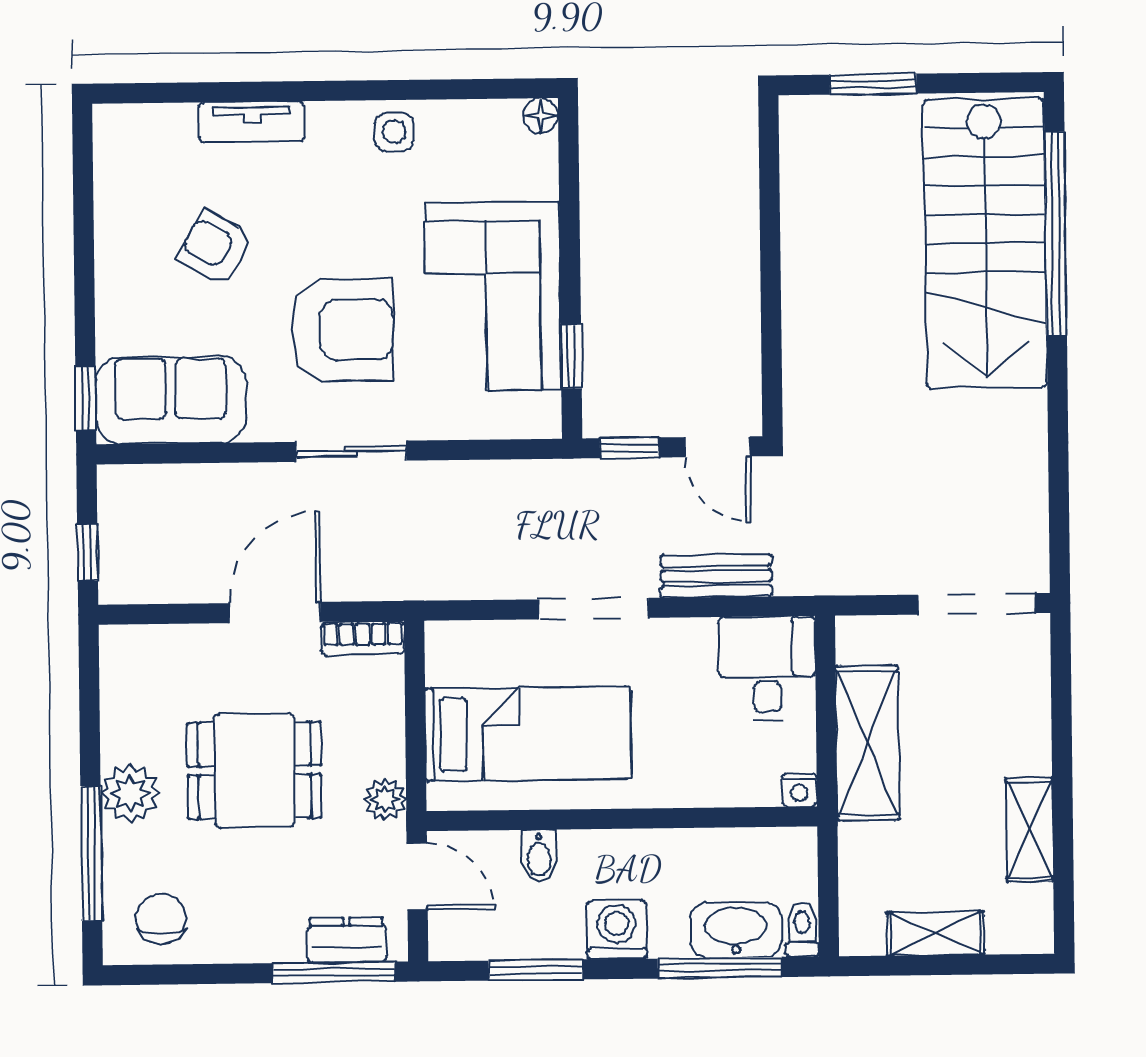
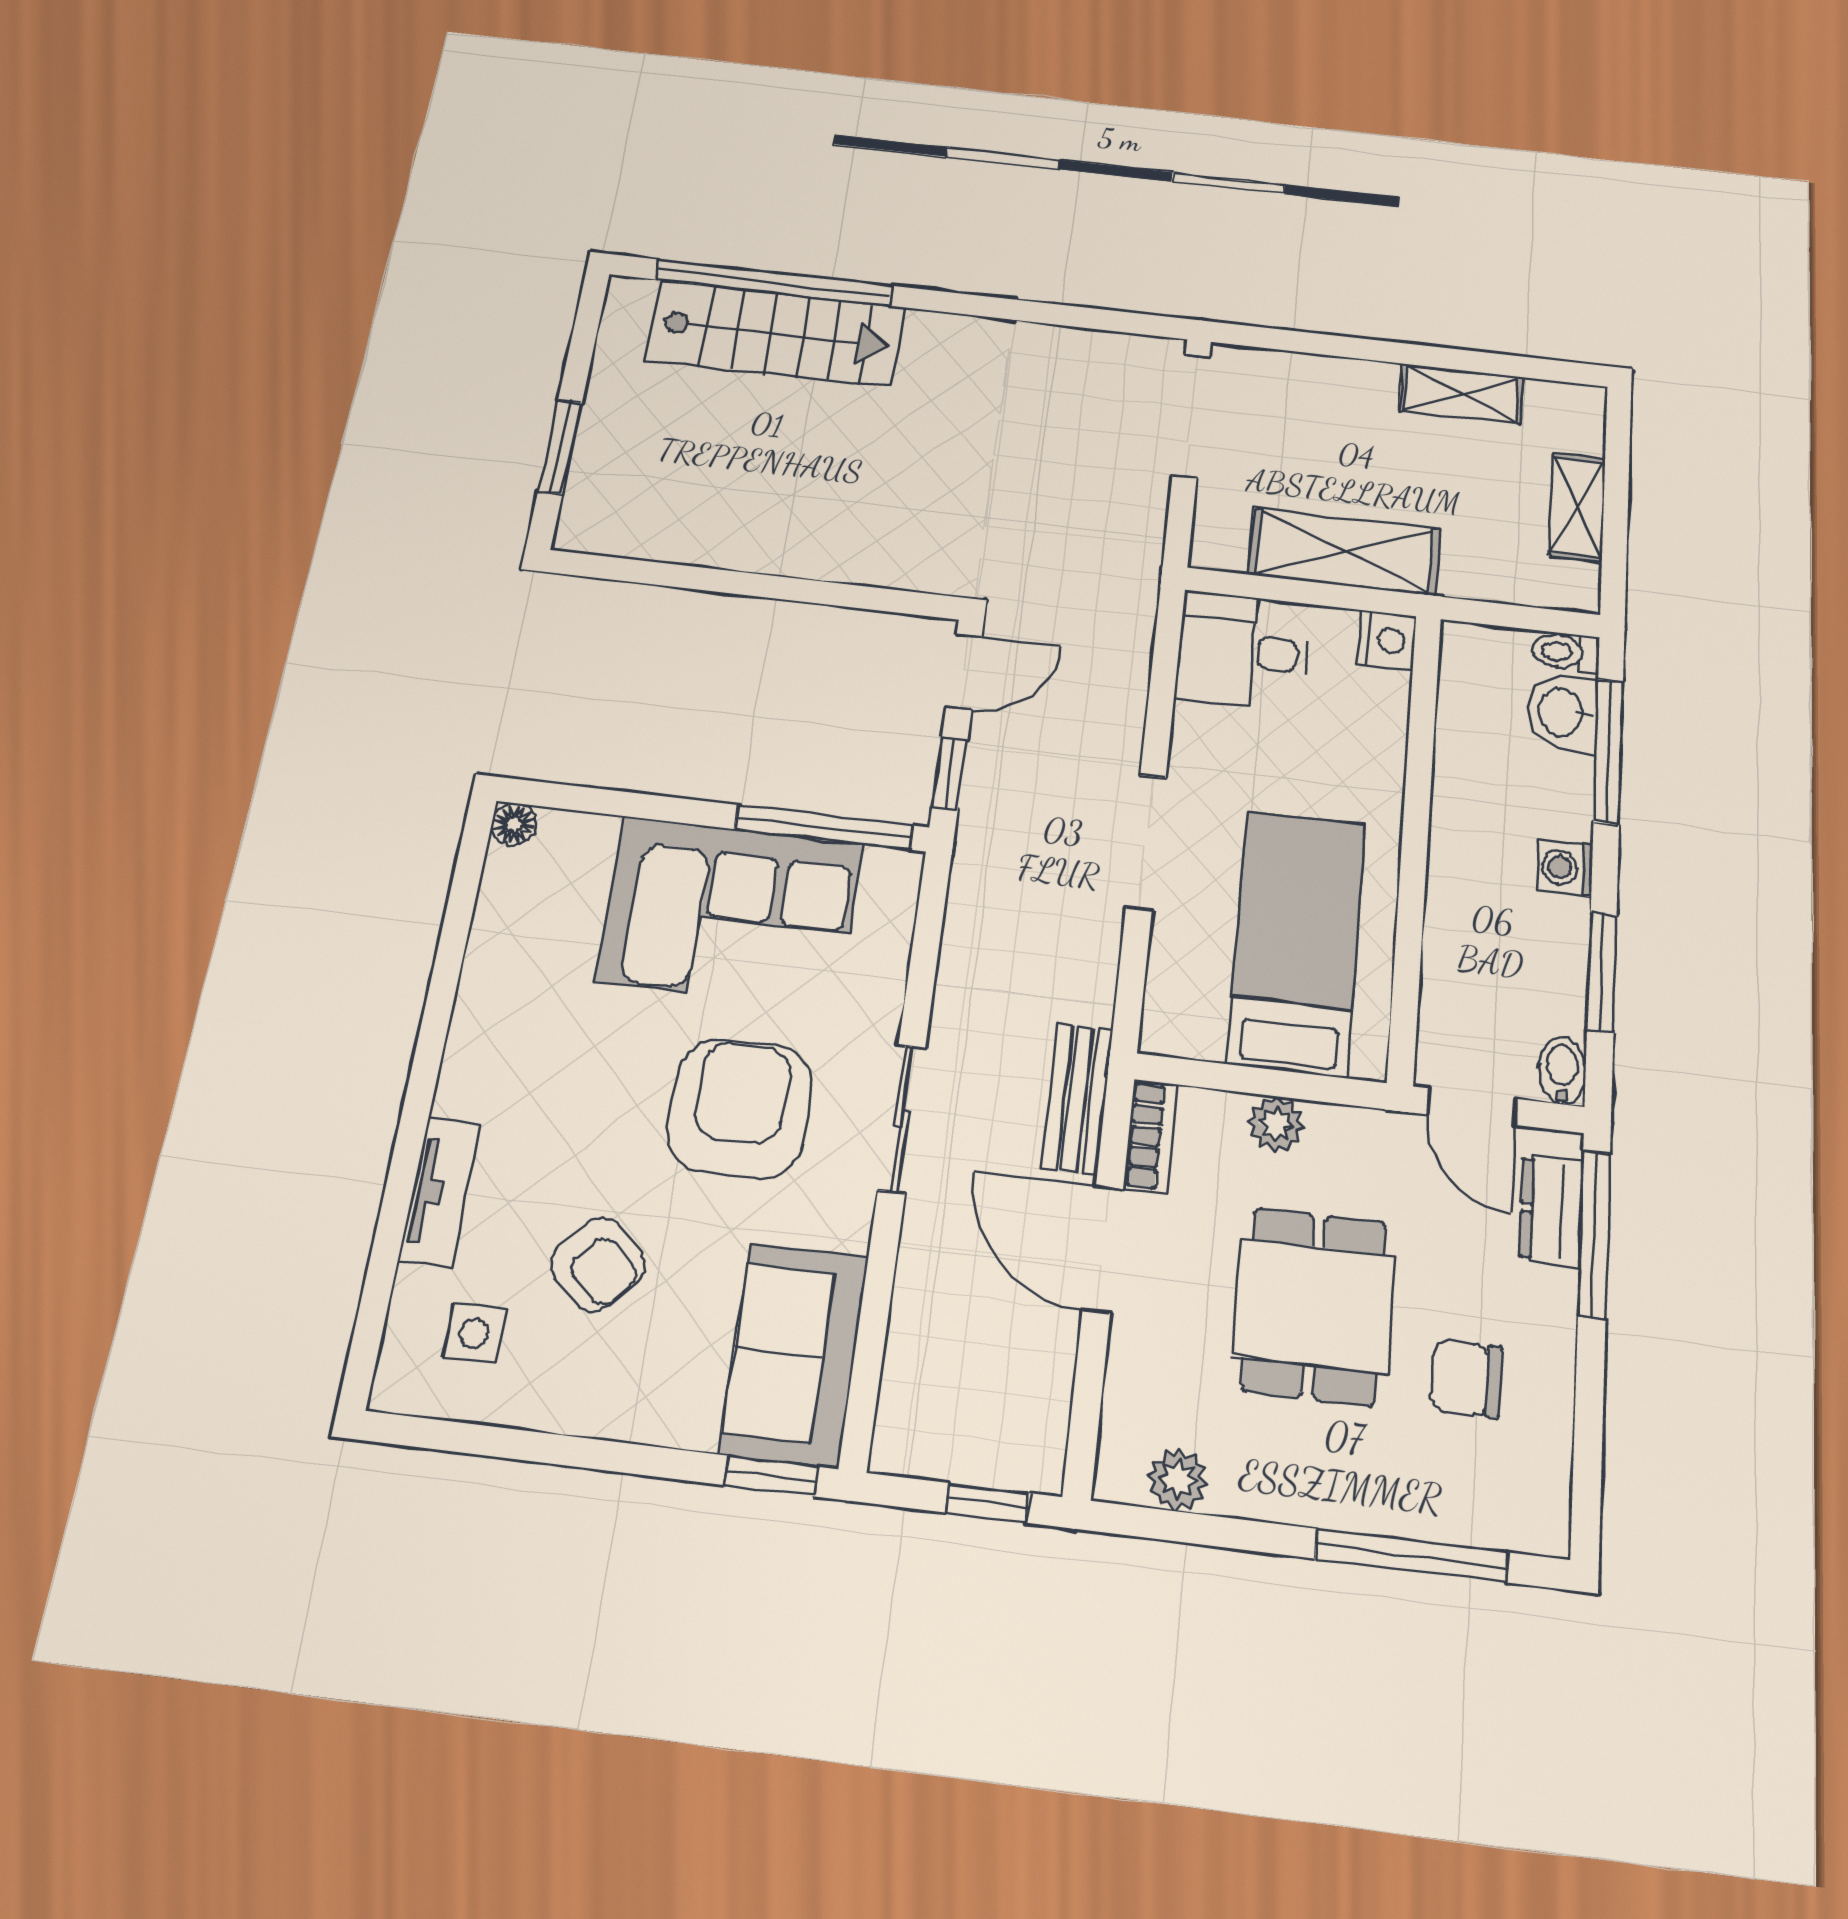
side table: (394, 132) -> (474, 1333), moved
stairs: (985, 243) -> (775, 334), width x0.73, depth x0.66
armchair: (215, 247) -> (598, 1264), turned -79
window: (571, 356) -> (824, 827), width x2.17
bench: (716, 576) -> (1077, 1098), moved
nightstand: (799, 790) -> (1387, 640), width x1.39, depth x1.35
plant: (130, 793) -> (1178, 1480), moved, width x0.73, depth x0.73
plant: (385, 800) -> (1276, 1124), moved
bidet: (539, 856) -> (1562, 1071), moved, turned -90
door: (417, 876) -> (1472, 1107), swing flipped
chair: (161, 919) -> (1466, 1379), moved
washing machine: (617, 930) -> (1565, 868), width x0.73, depth x0.73
washbasin: (736, 930) -> (1563, 712), width x0.72

